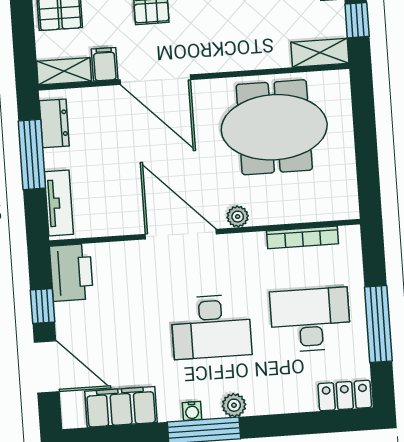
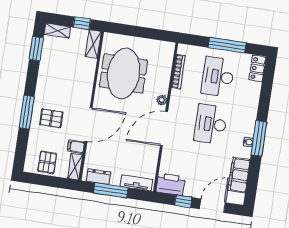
desk: (211, 327) -> (211, 124), turned 180
plant: (234, 405) -> (250, 122), removed

